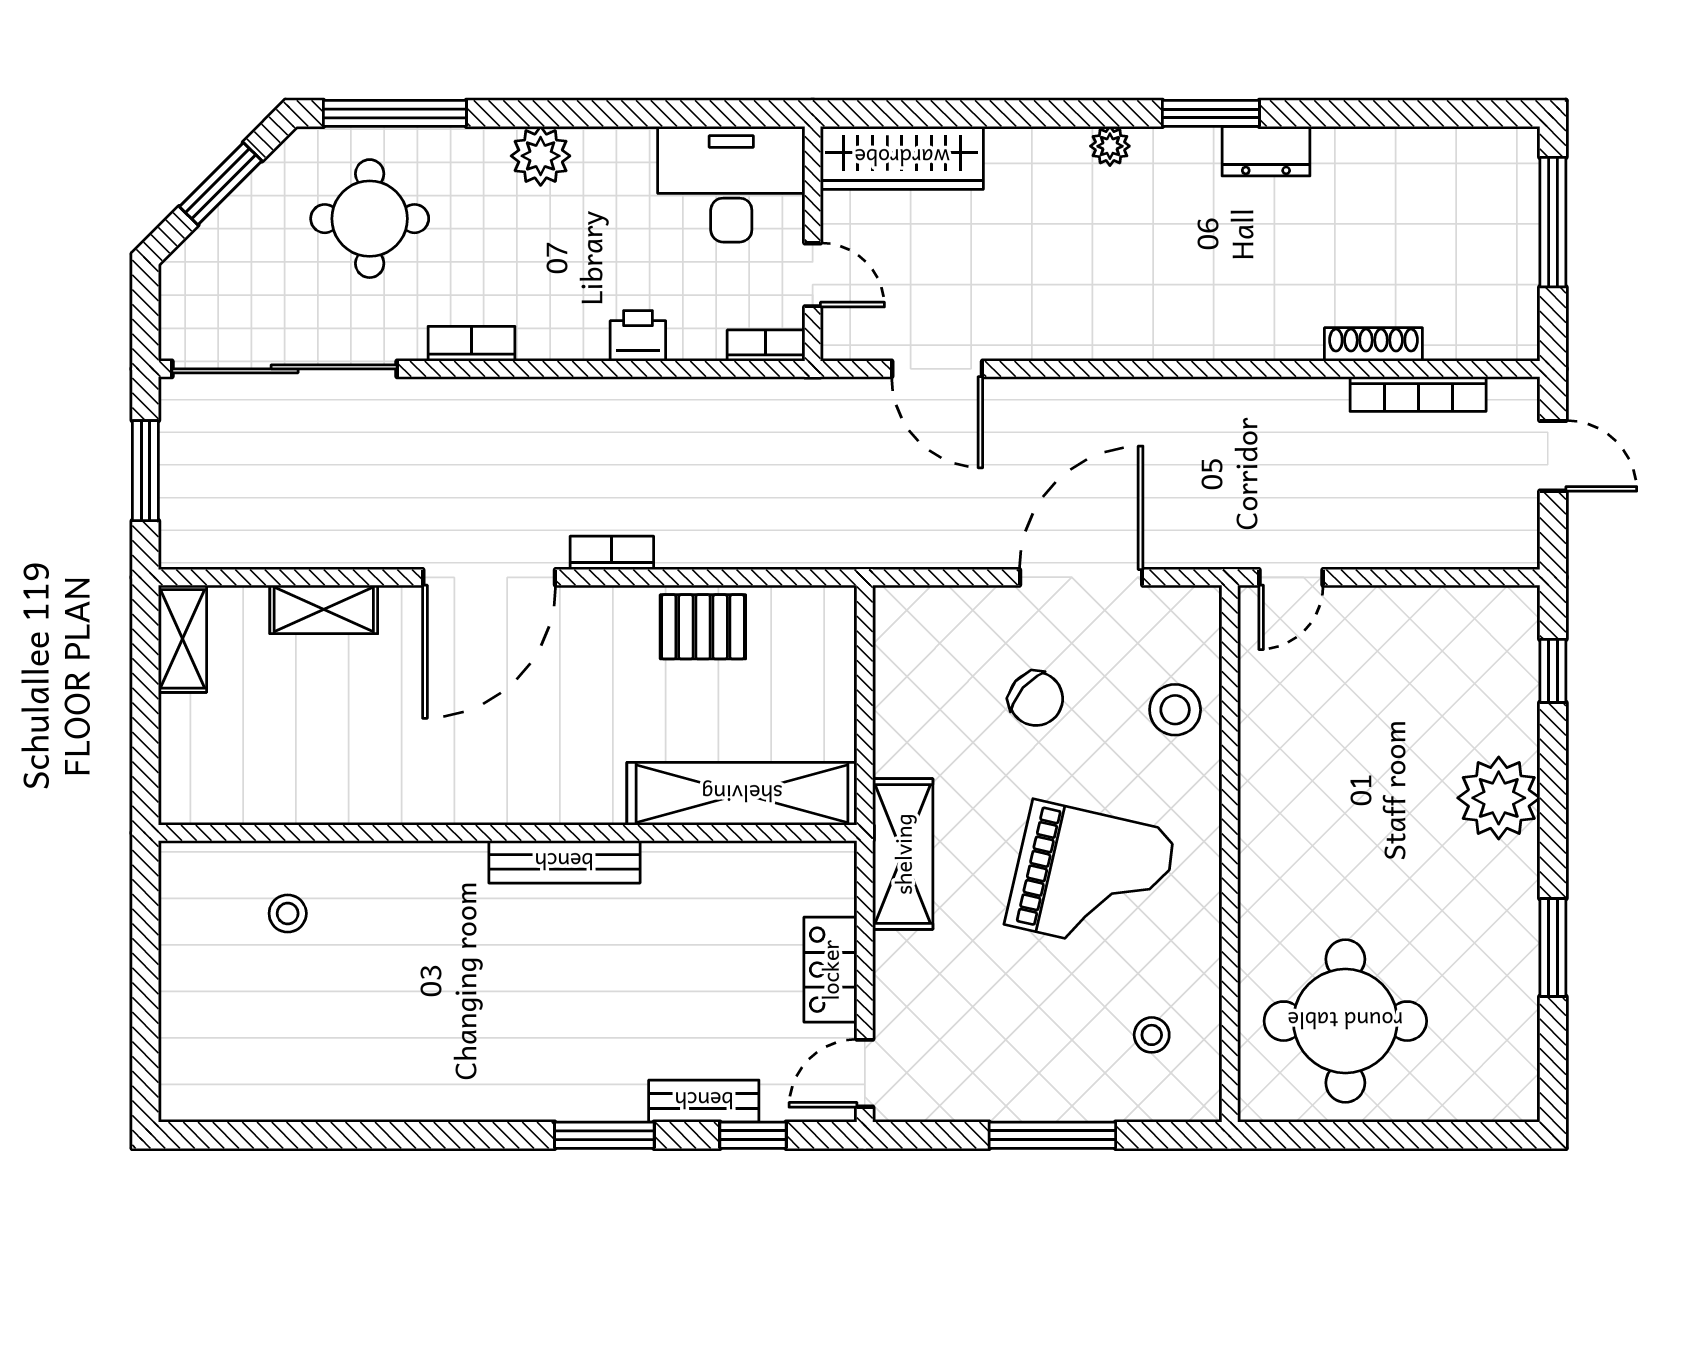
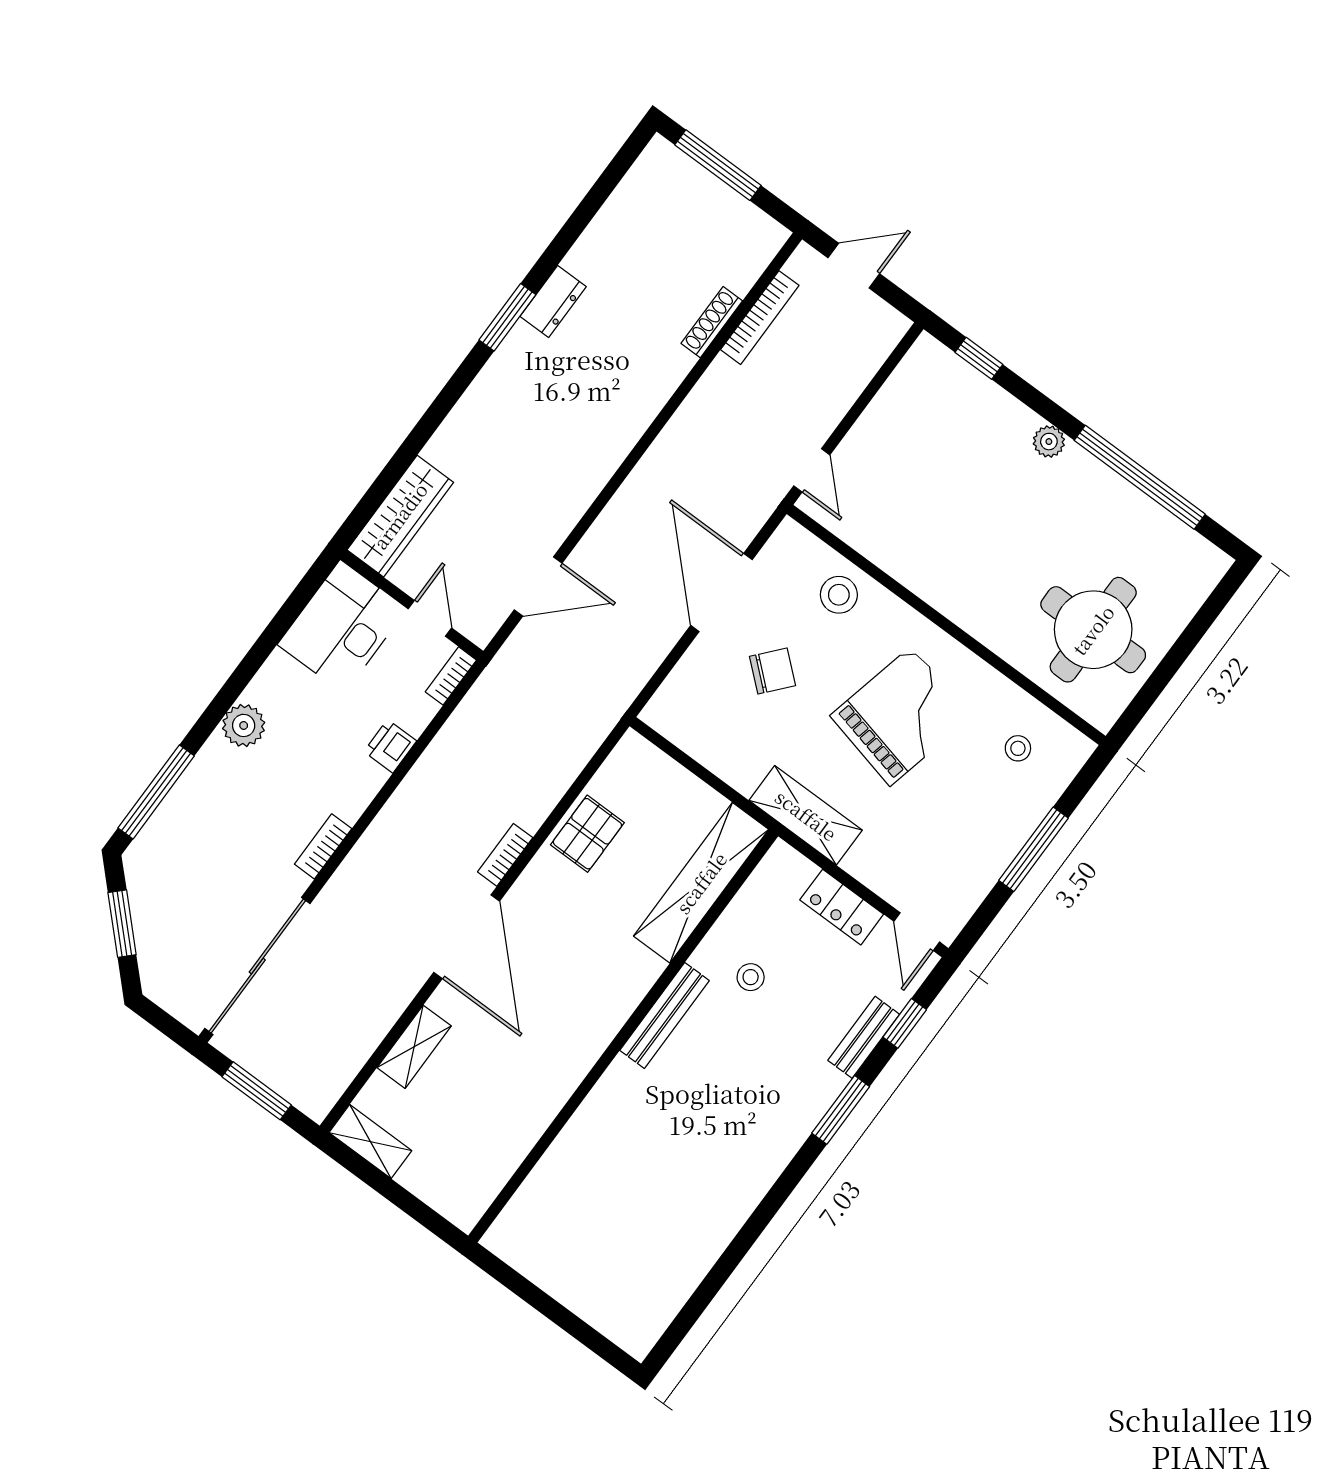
plant: (1110, 146) -> (483, 390), removed
round table: (370, 219) -> (206, 852), removed
door: (813, 275) -> (430, 618), hinge flipped
plant: (1499, 798) -> (1049, 442), width x0.53, depth x0.53
stool: (288, 913) -> (751, 977), moved
window: (1553, 947) -> (1140, 477), width x2.11

